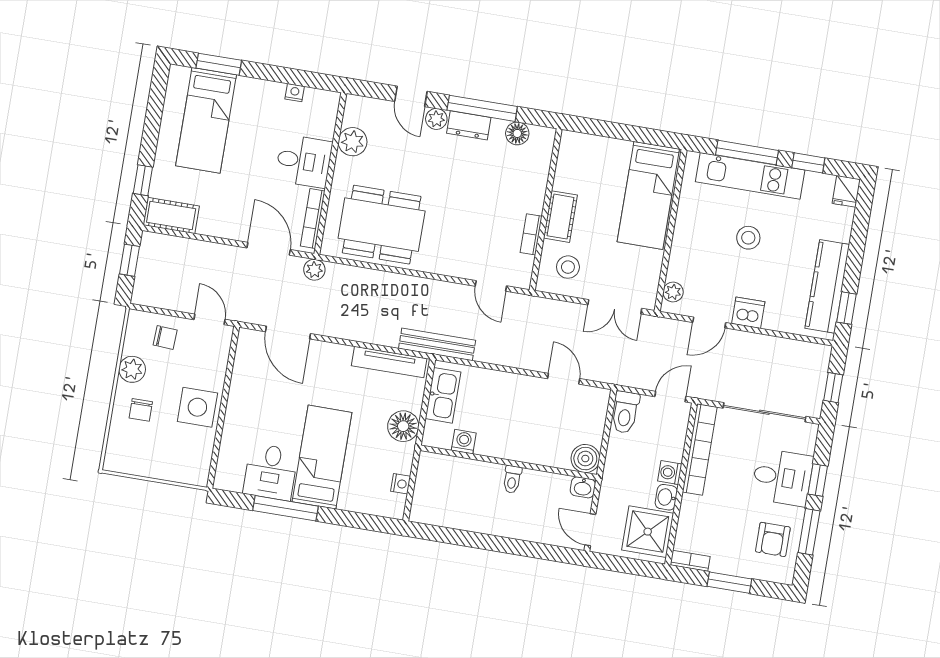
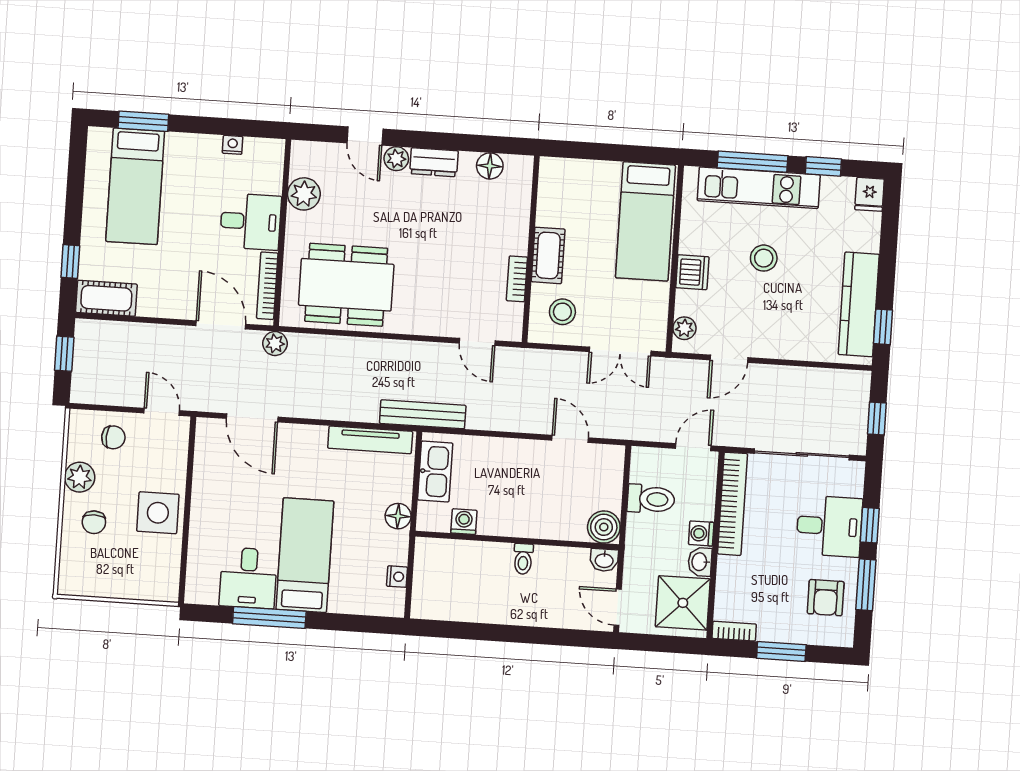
window: (482, 108) -> (447, 141), removed
dishwasher: (748, 313) -> (692, 272), moved, turned 90
toilet: (625, 412) -> (651, 499), moved, turned -90
floor lamp: (403, 426) -> (398, 516), width x0.73, depth x0.73

